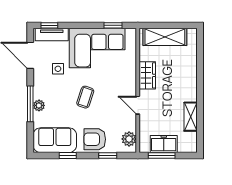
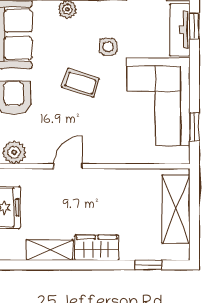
window: (200, 54) -> (148, 265), added
side table: (58, 69) -> (108, 46), moved
wardrobe: (147, 75) -> (97, 248), moved, turned 180

